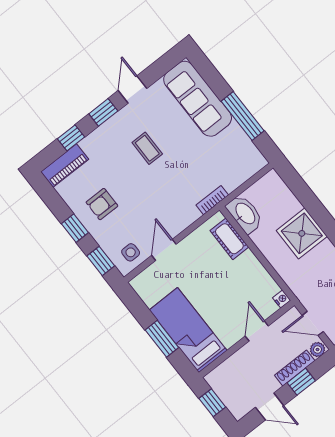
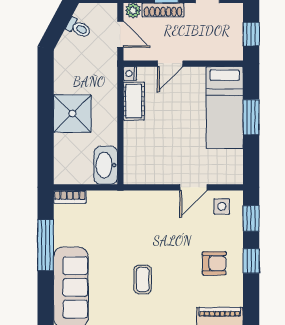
bookcase: (212, 200) -> (70, 197), moved
cot: (229, 239) -> (134, 101), moved

